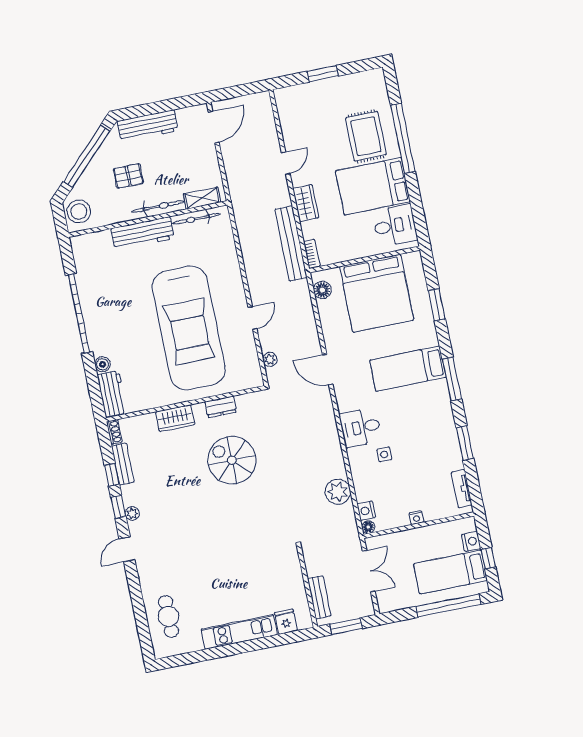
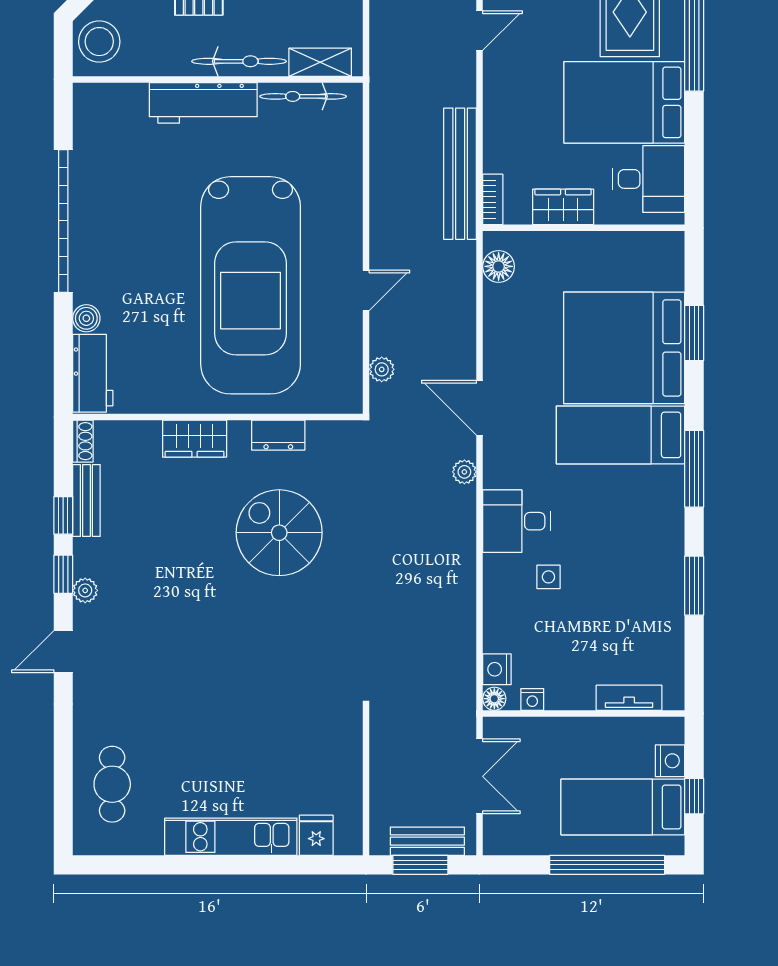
wardrobe: (306, 203) -> (563, 207), moved, turned -90
bed: (377, 293) -> (624, 348), moved, turned 90
tv unit: (462, 489) -> (629, 698), moved, turned 90
plant: (338, 492) -> (464, 472), moved, width x0.53, depth x0.53
nightstand: (416, 518) -> (532, 699), moved
bench: (319, 597) -> (427, 841), moved, turned 90

